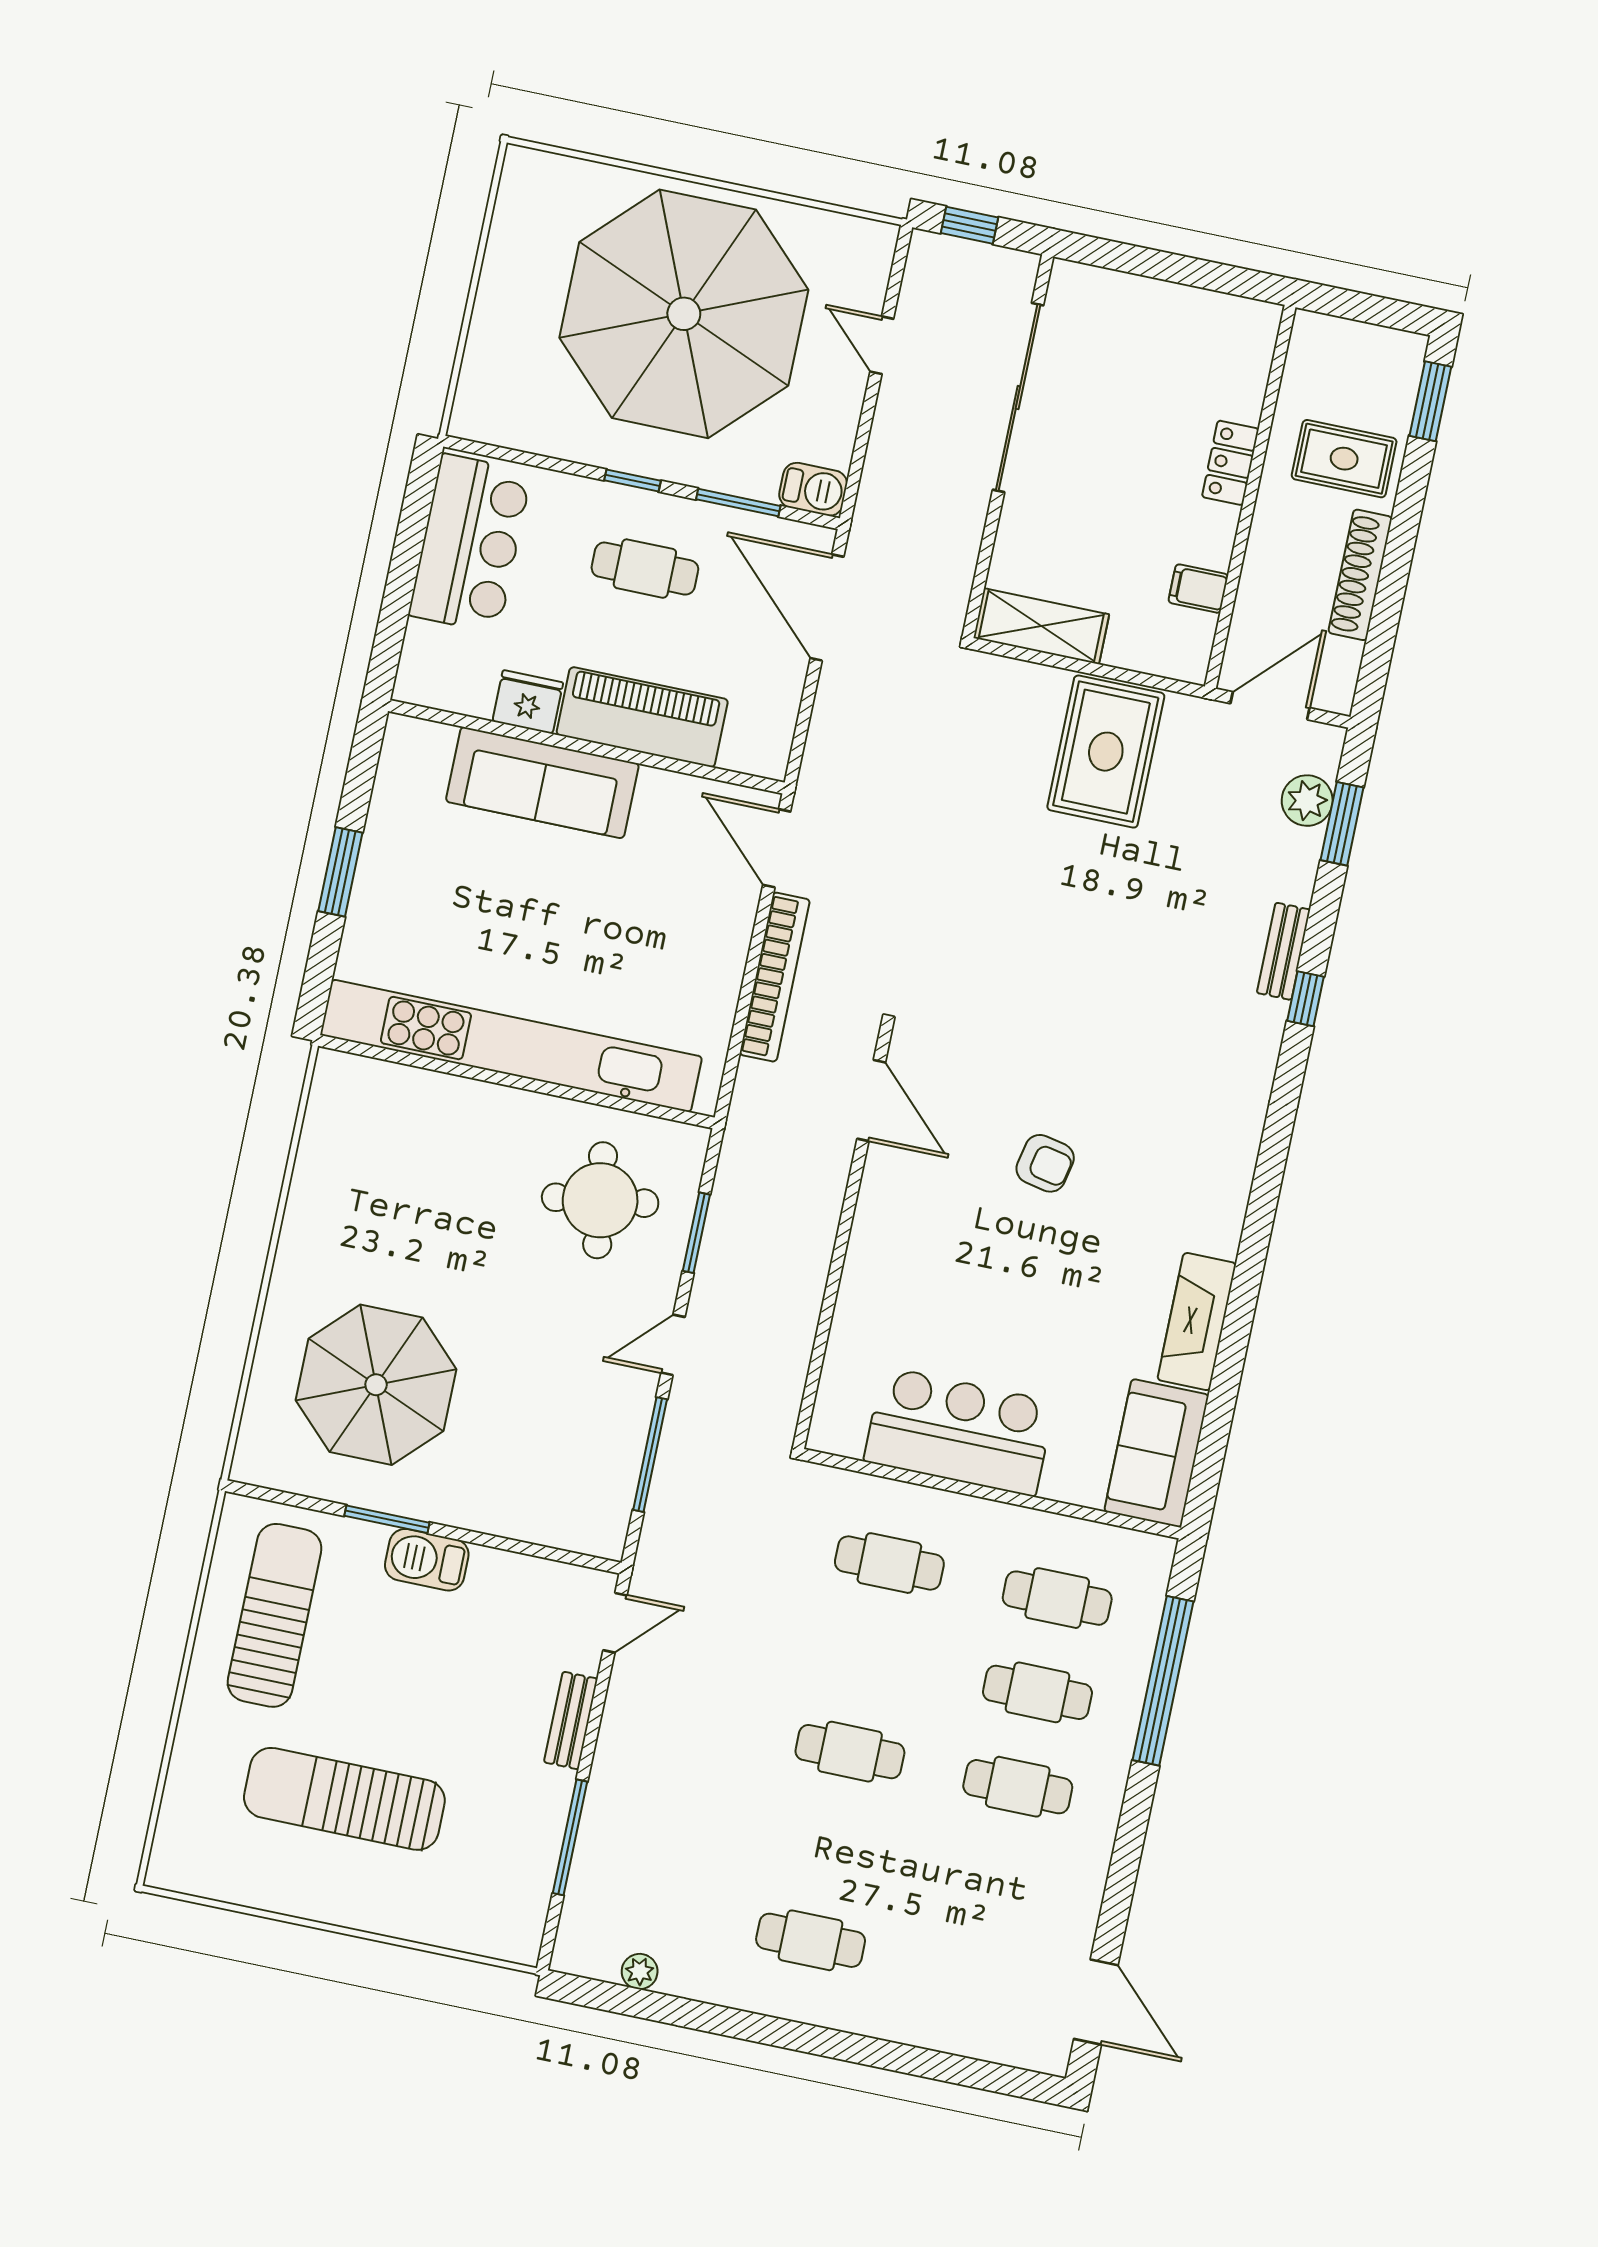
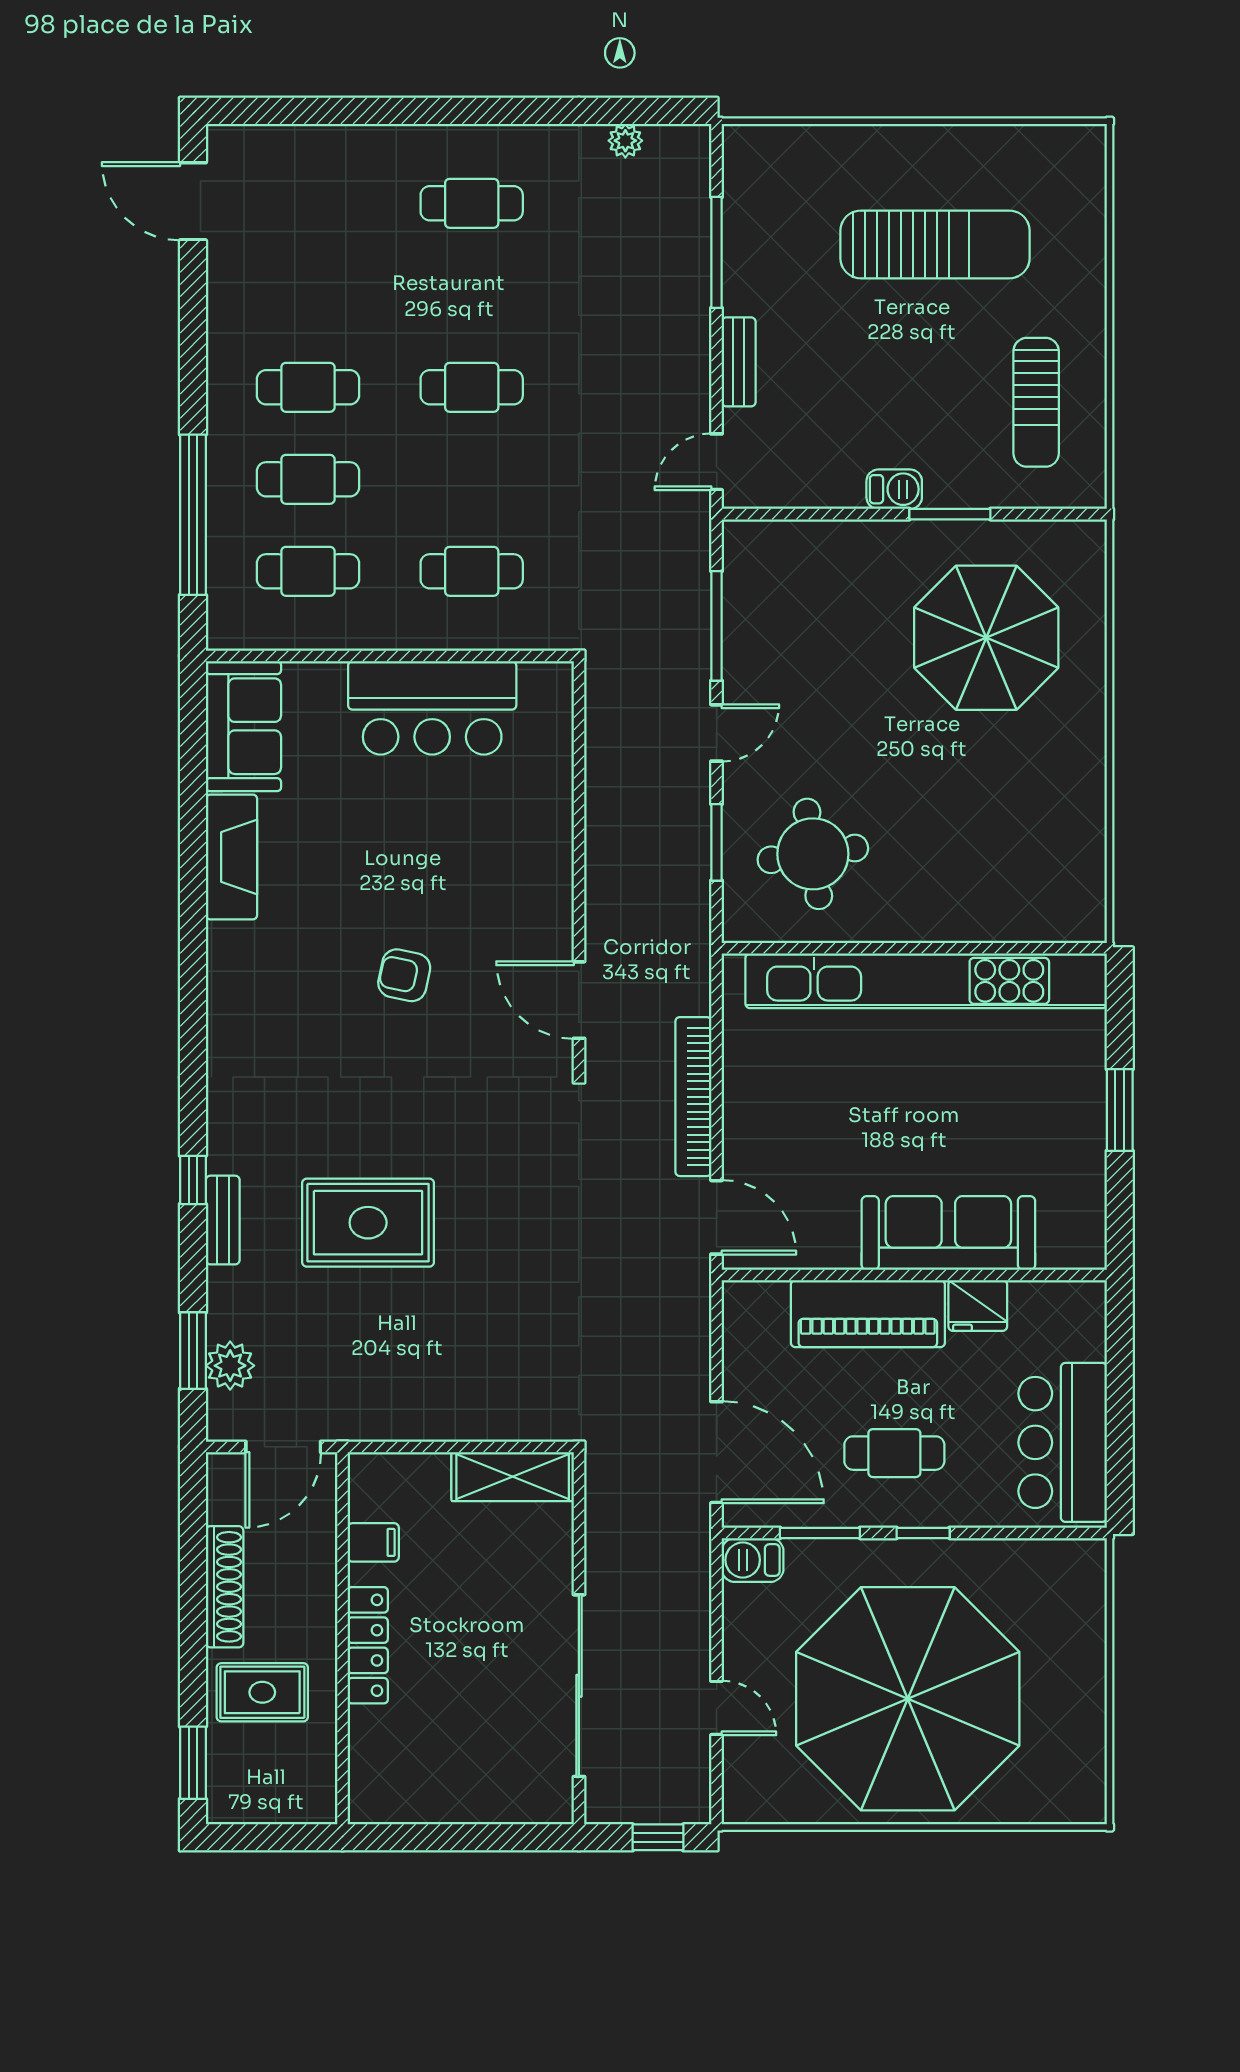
locker: (1230, 463) -> (368, 1645), width x1.53
rug: (1106, 752) -> (368, 1223), moved, turned 90
barbecue: (427, 1560) -> (894, 489), width x0.73, depth x0.79
sun lounger: (275, 1615) -> (1036, 402), width x0.73, depth x0.75

